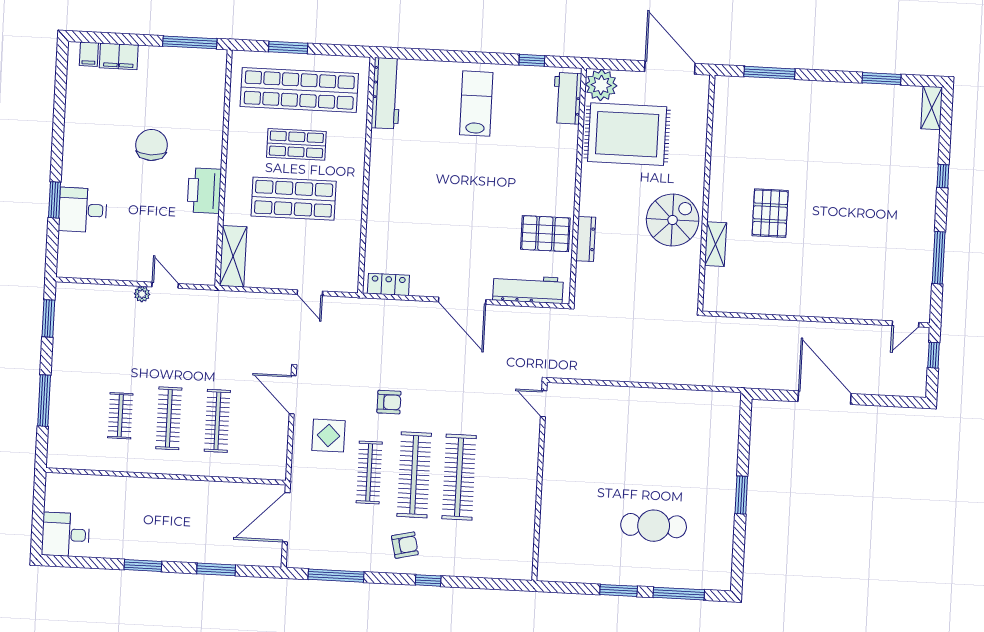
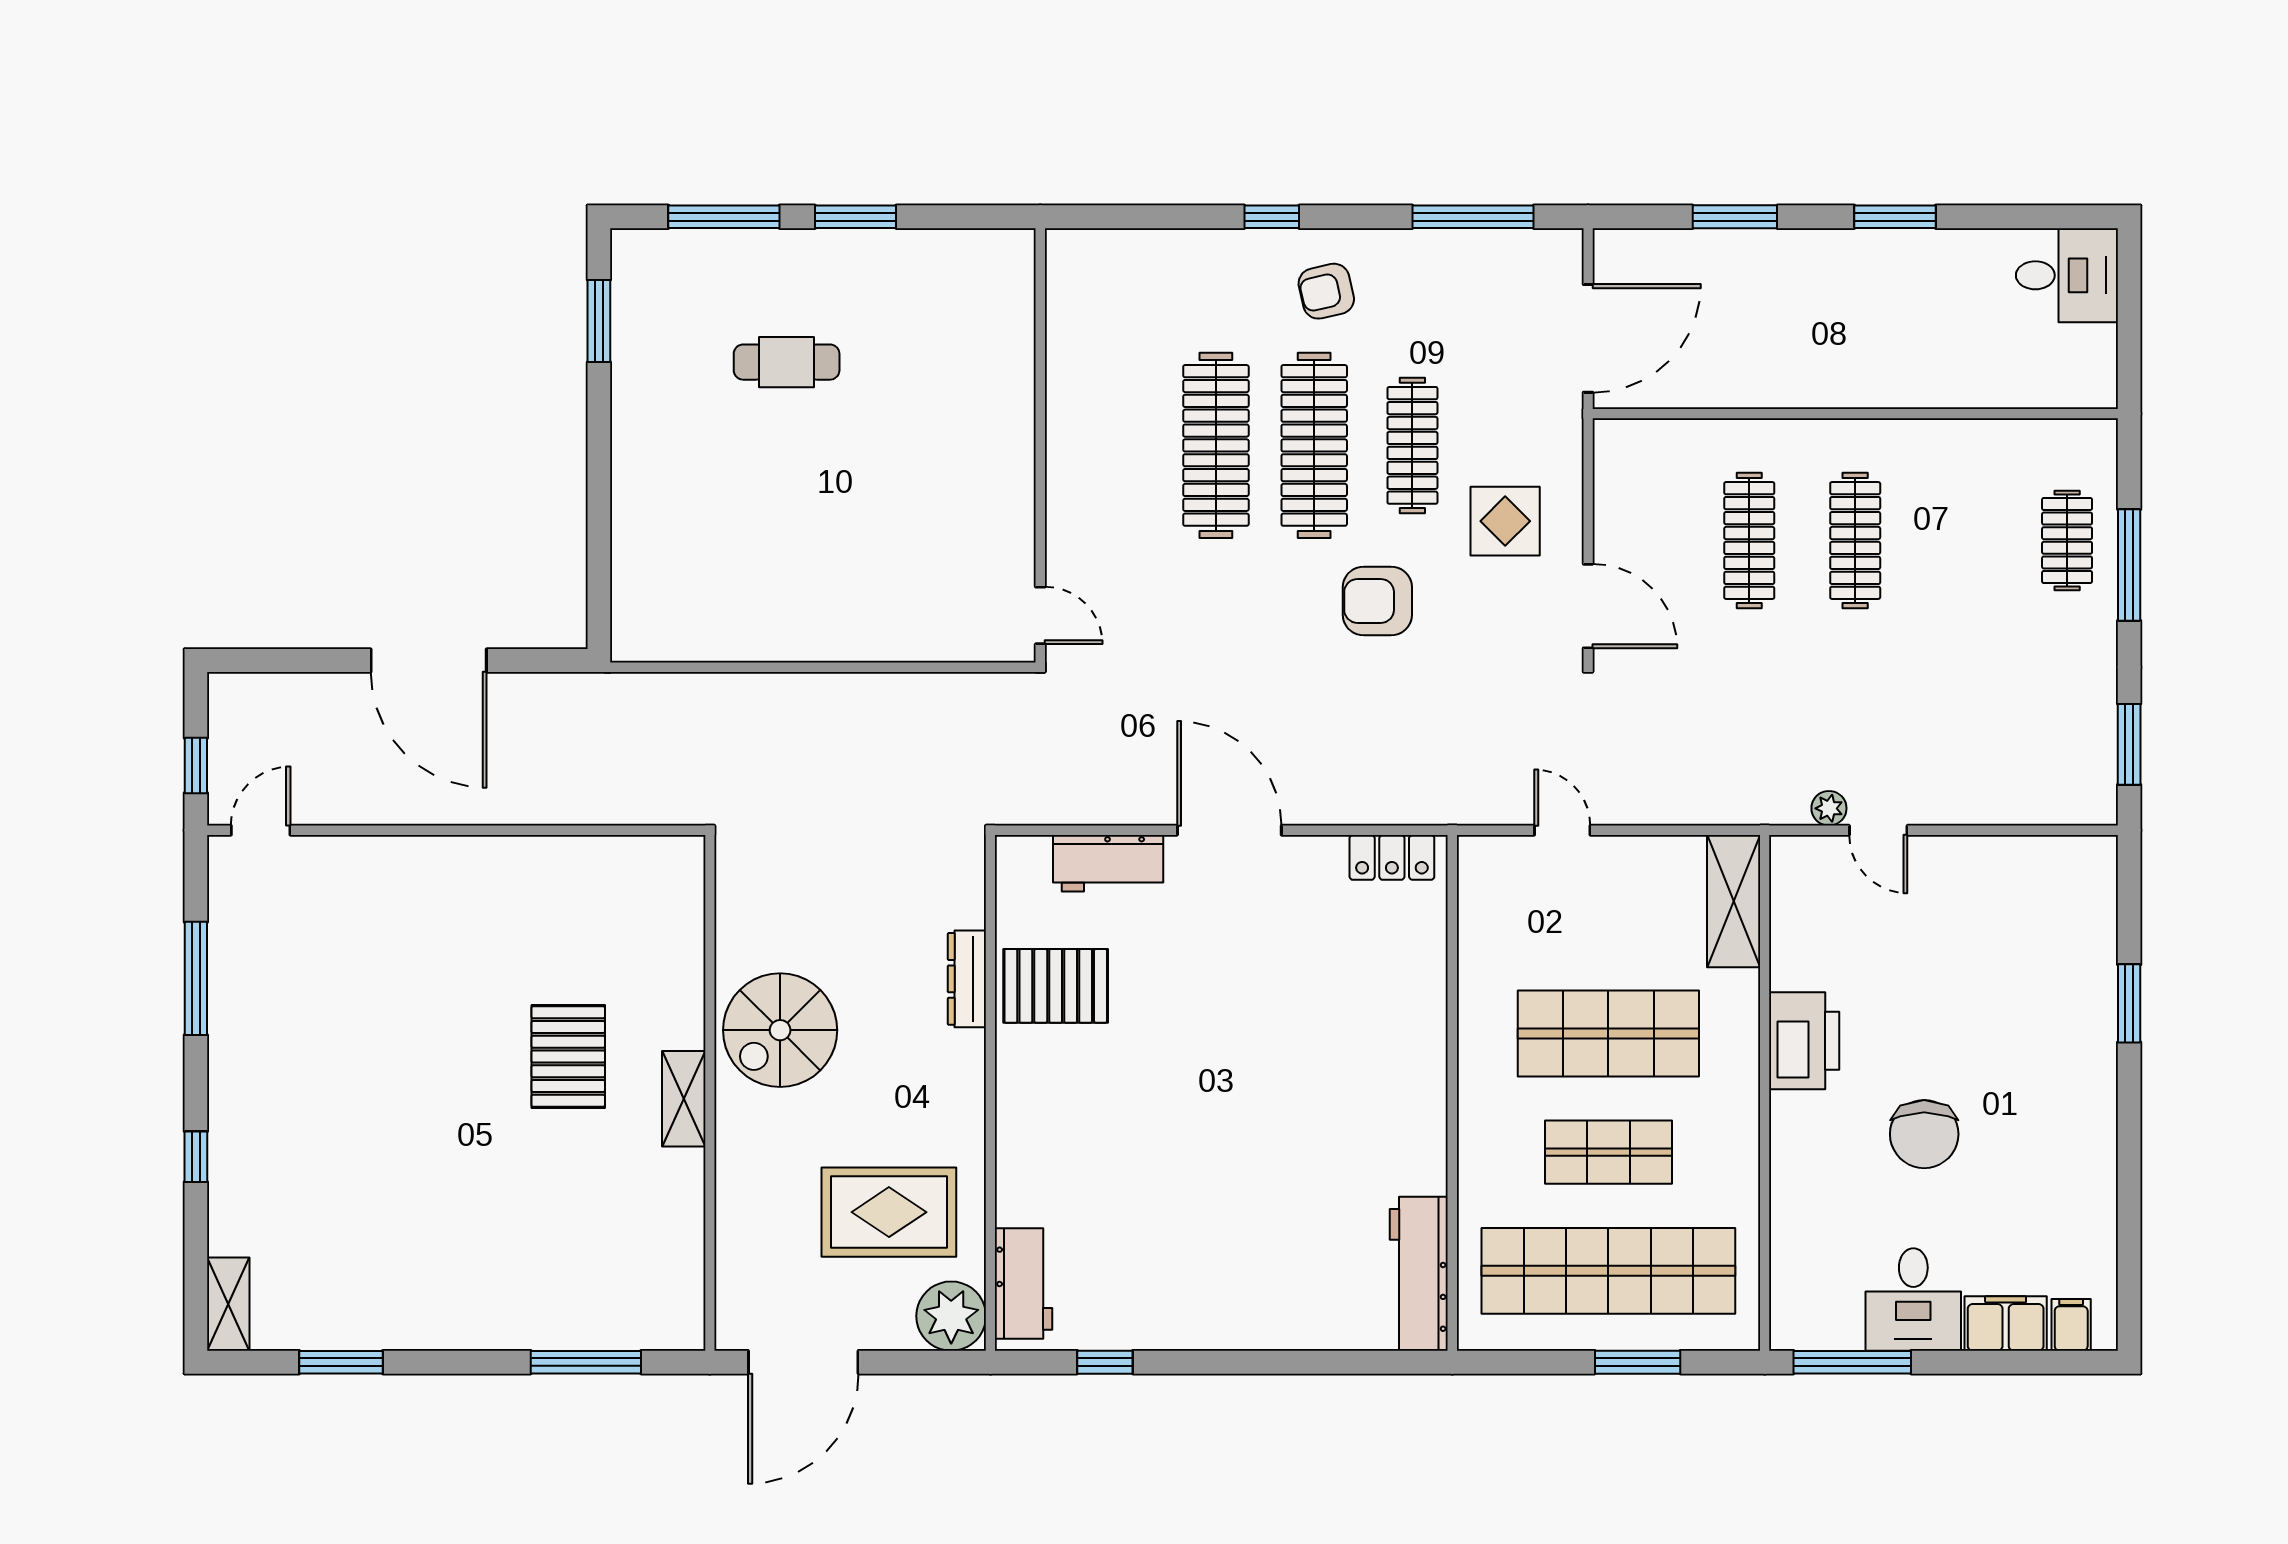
door: (670, 68) -> (803, 1362), hinge flipped
lab bench: (476, 104) -> (1221, 1261), removed
rug: (627, 134) -> (889, 1212), width x0.73, depth x0.69
desk: (83, 210) -> (1913, 1299), moved, turned 90
shelving: (716, 244) -> (684, 1099), moved
workbench: (528, 289) -> (1108, 863), width x0.73
plant: (142, 294) -> (1829, 808), moved
armchair: (389, 402) -> (1377, 601), width x1.38, depth x1.38
clothes rail: (120, 416) -> (2067, 540), moved
window: (741, 495) -> (599, 321), moved
cafe table: (654, 526) -> (787, 362), width x0.73, depth x0.74

